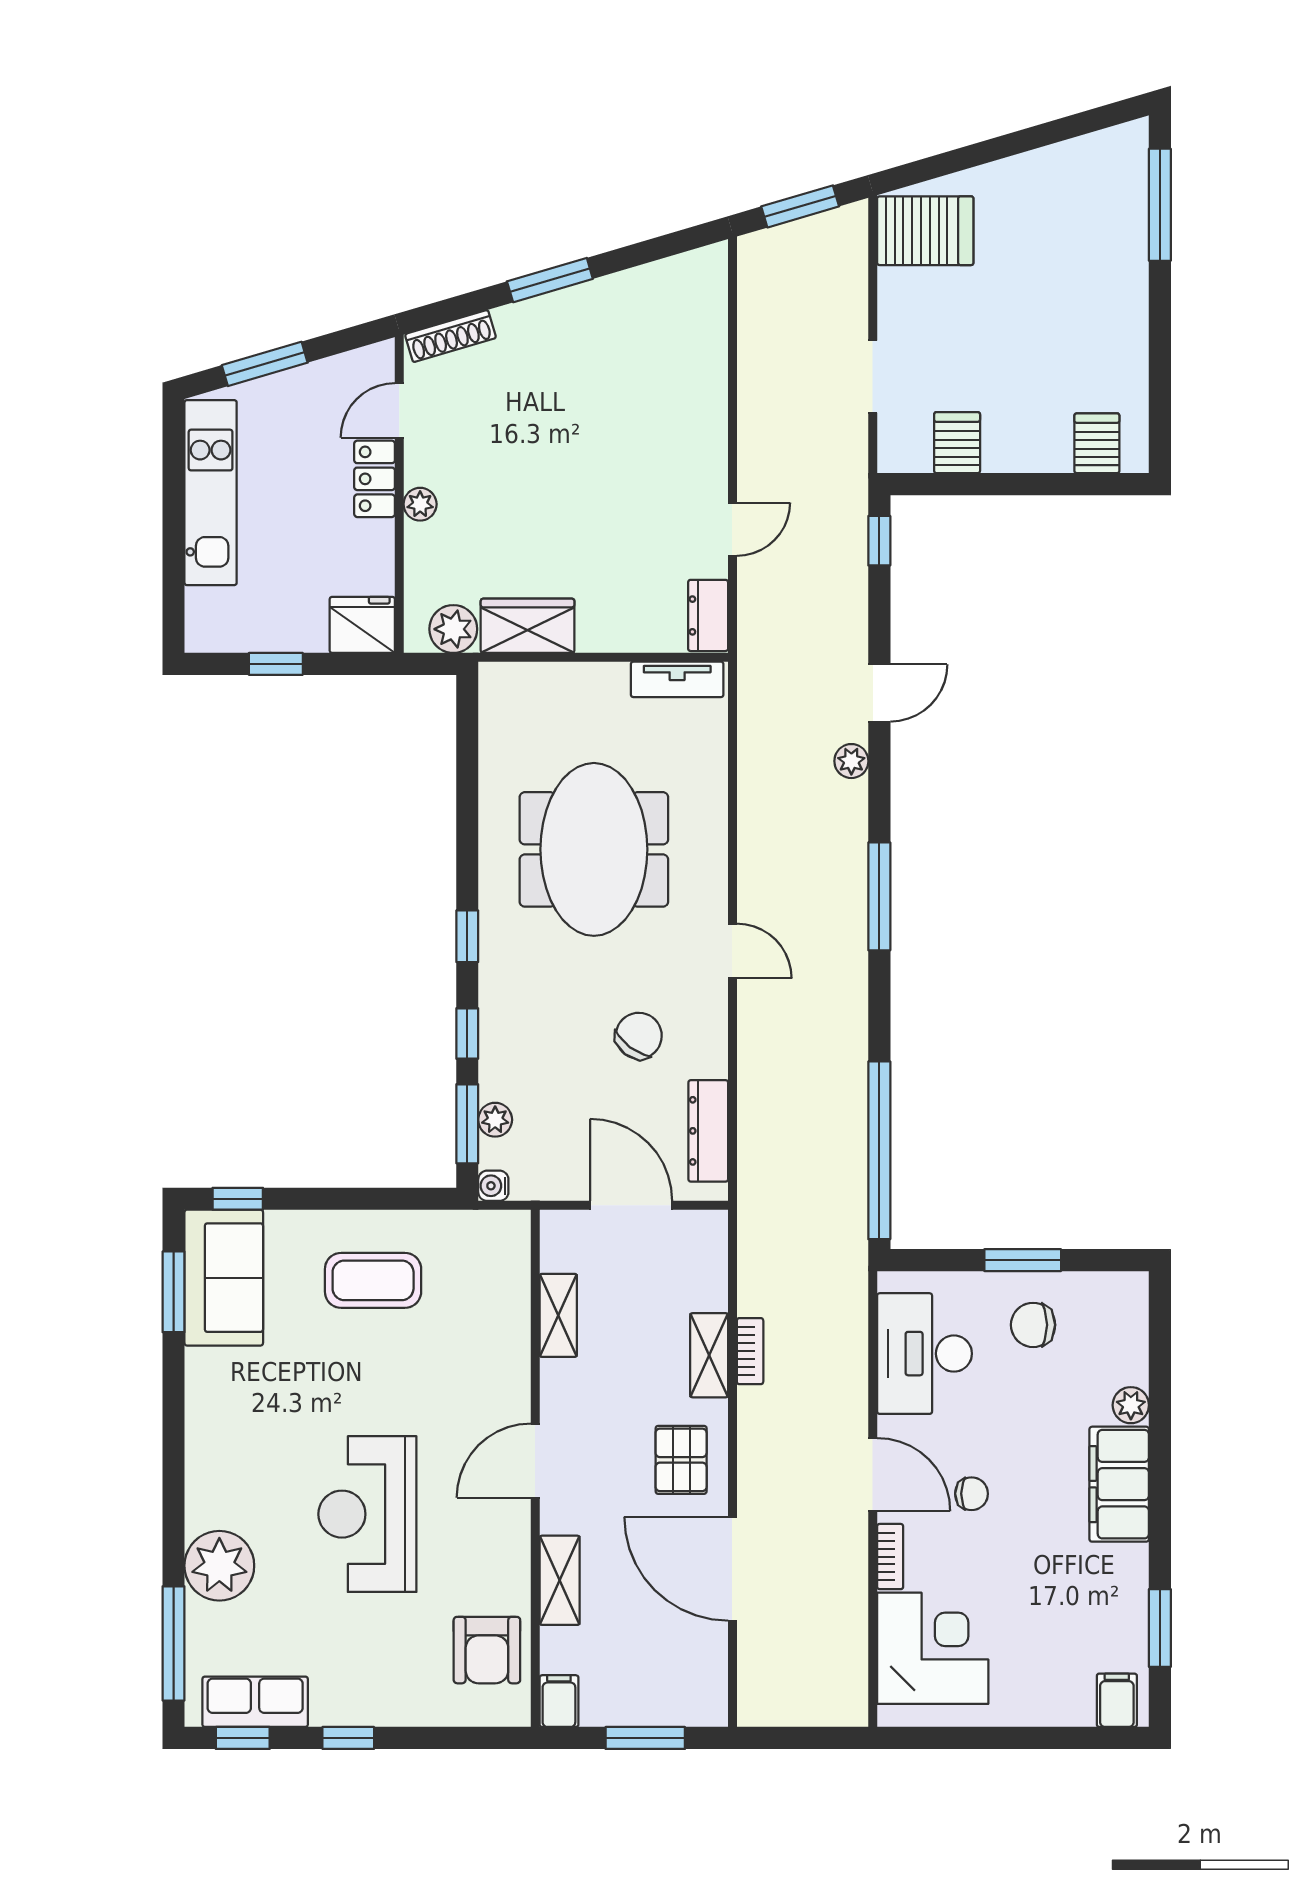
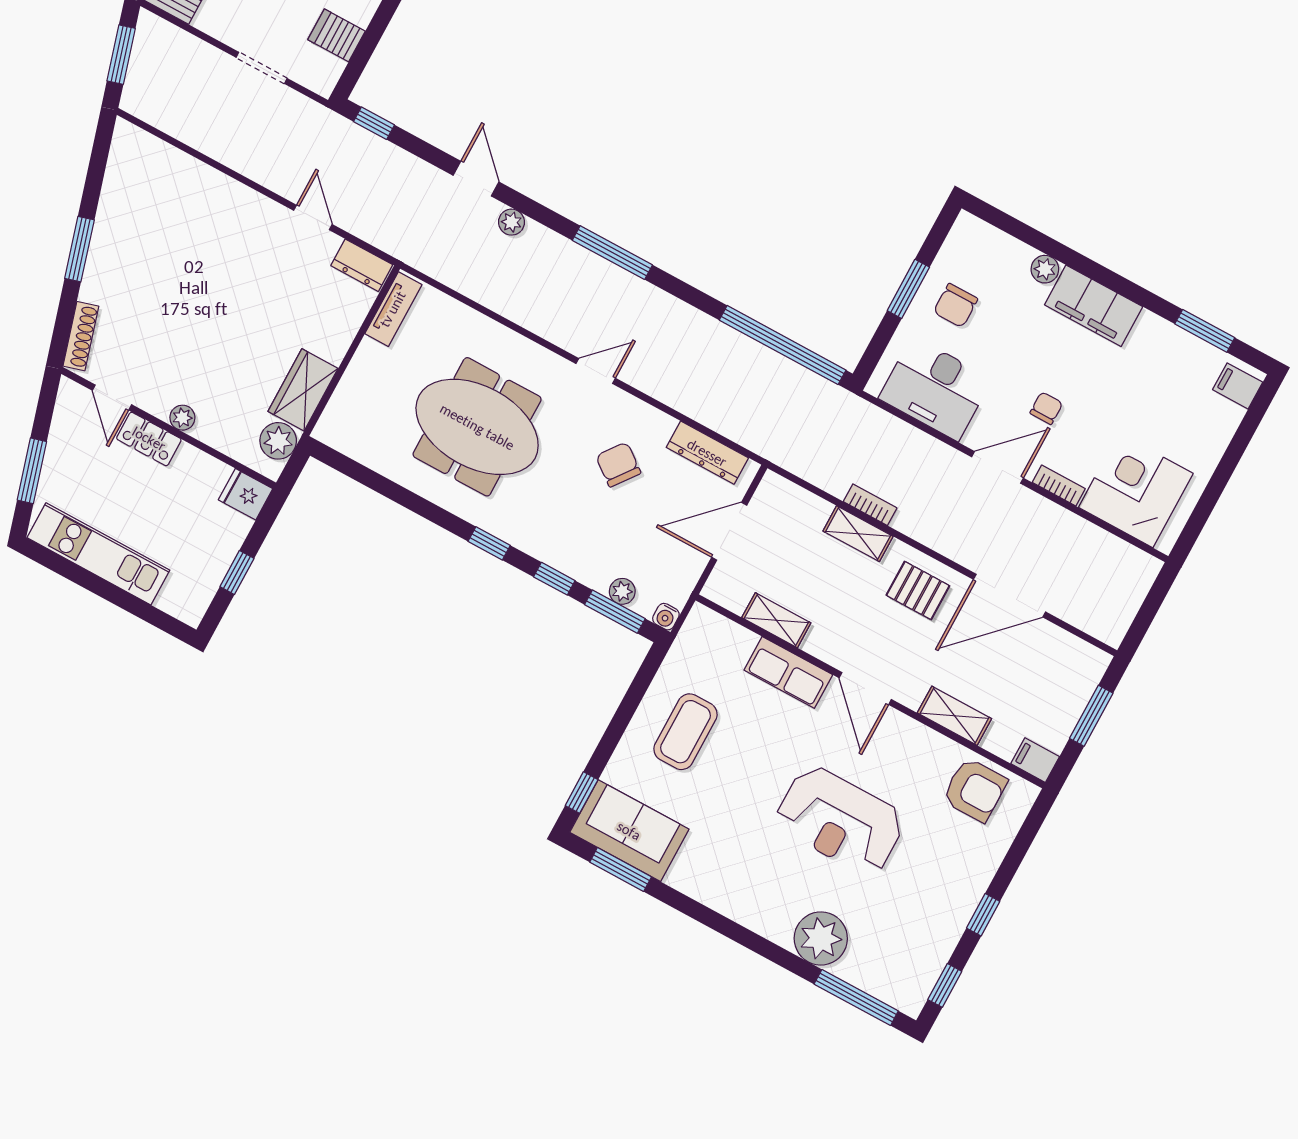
fridge: (362, 625) -> (246, 494), width x0.72
row of seats: (255, 1702) -> (788, 672), moved, turned -90

